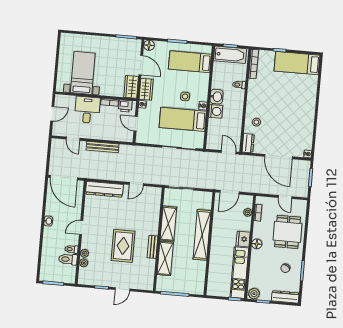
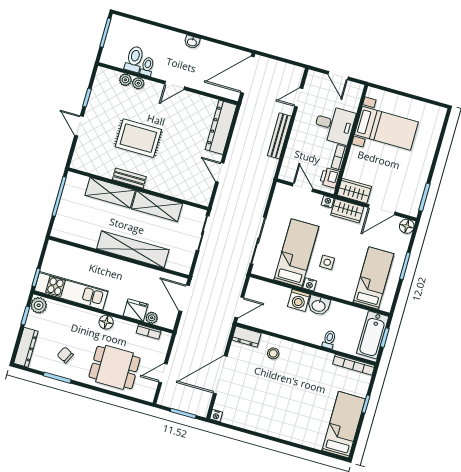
door: (136, 124) -> (303, 187), hinge flipped
door: (81, 228) -> (175, 85), swing flipped
fridge: (243, 239) -> (136, 310), moved

